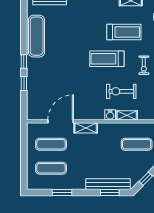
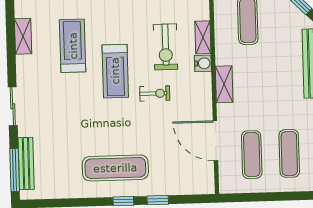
exercise mat: (37, 36) -> (115, 168), moved
exercise bike: (144, 65) -> (155, 93), moved
shelving: (86, 128) -> (224, 84), moved

